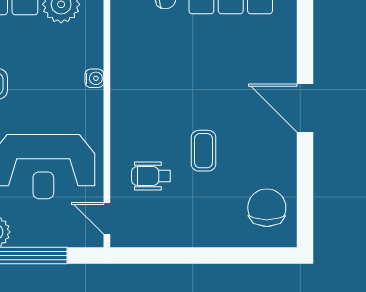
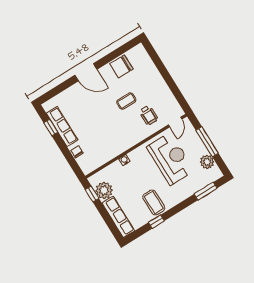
door: (305, 108) -> (86, 72), hinge flipped
chair: (267, 208) -> (122, 66), moved

